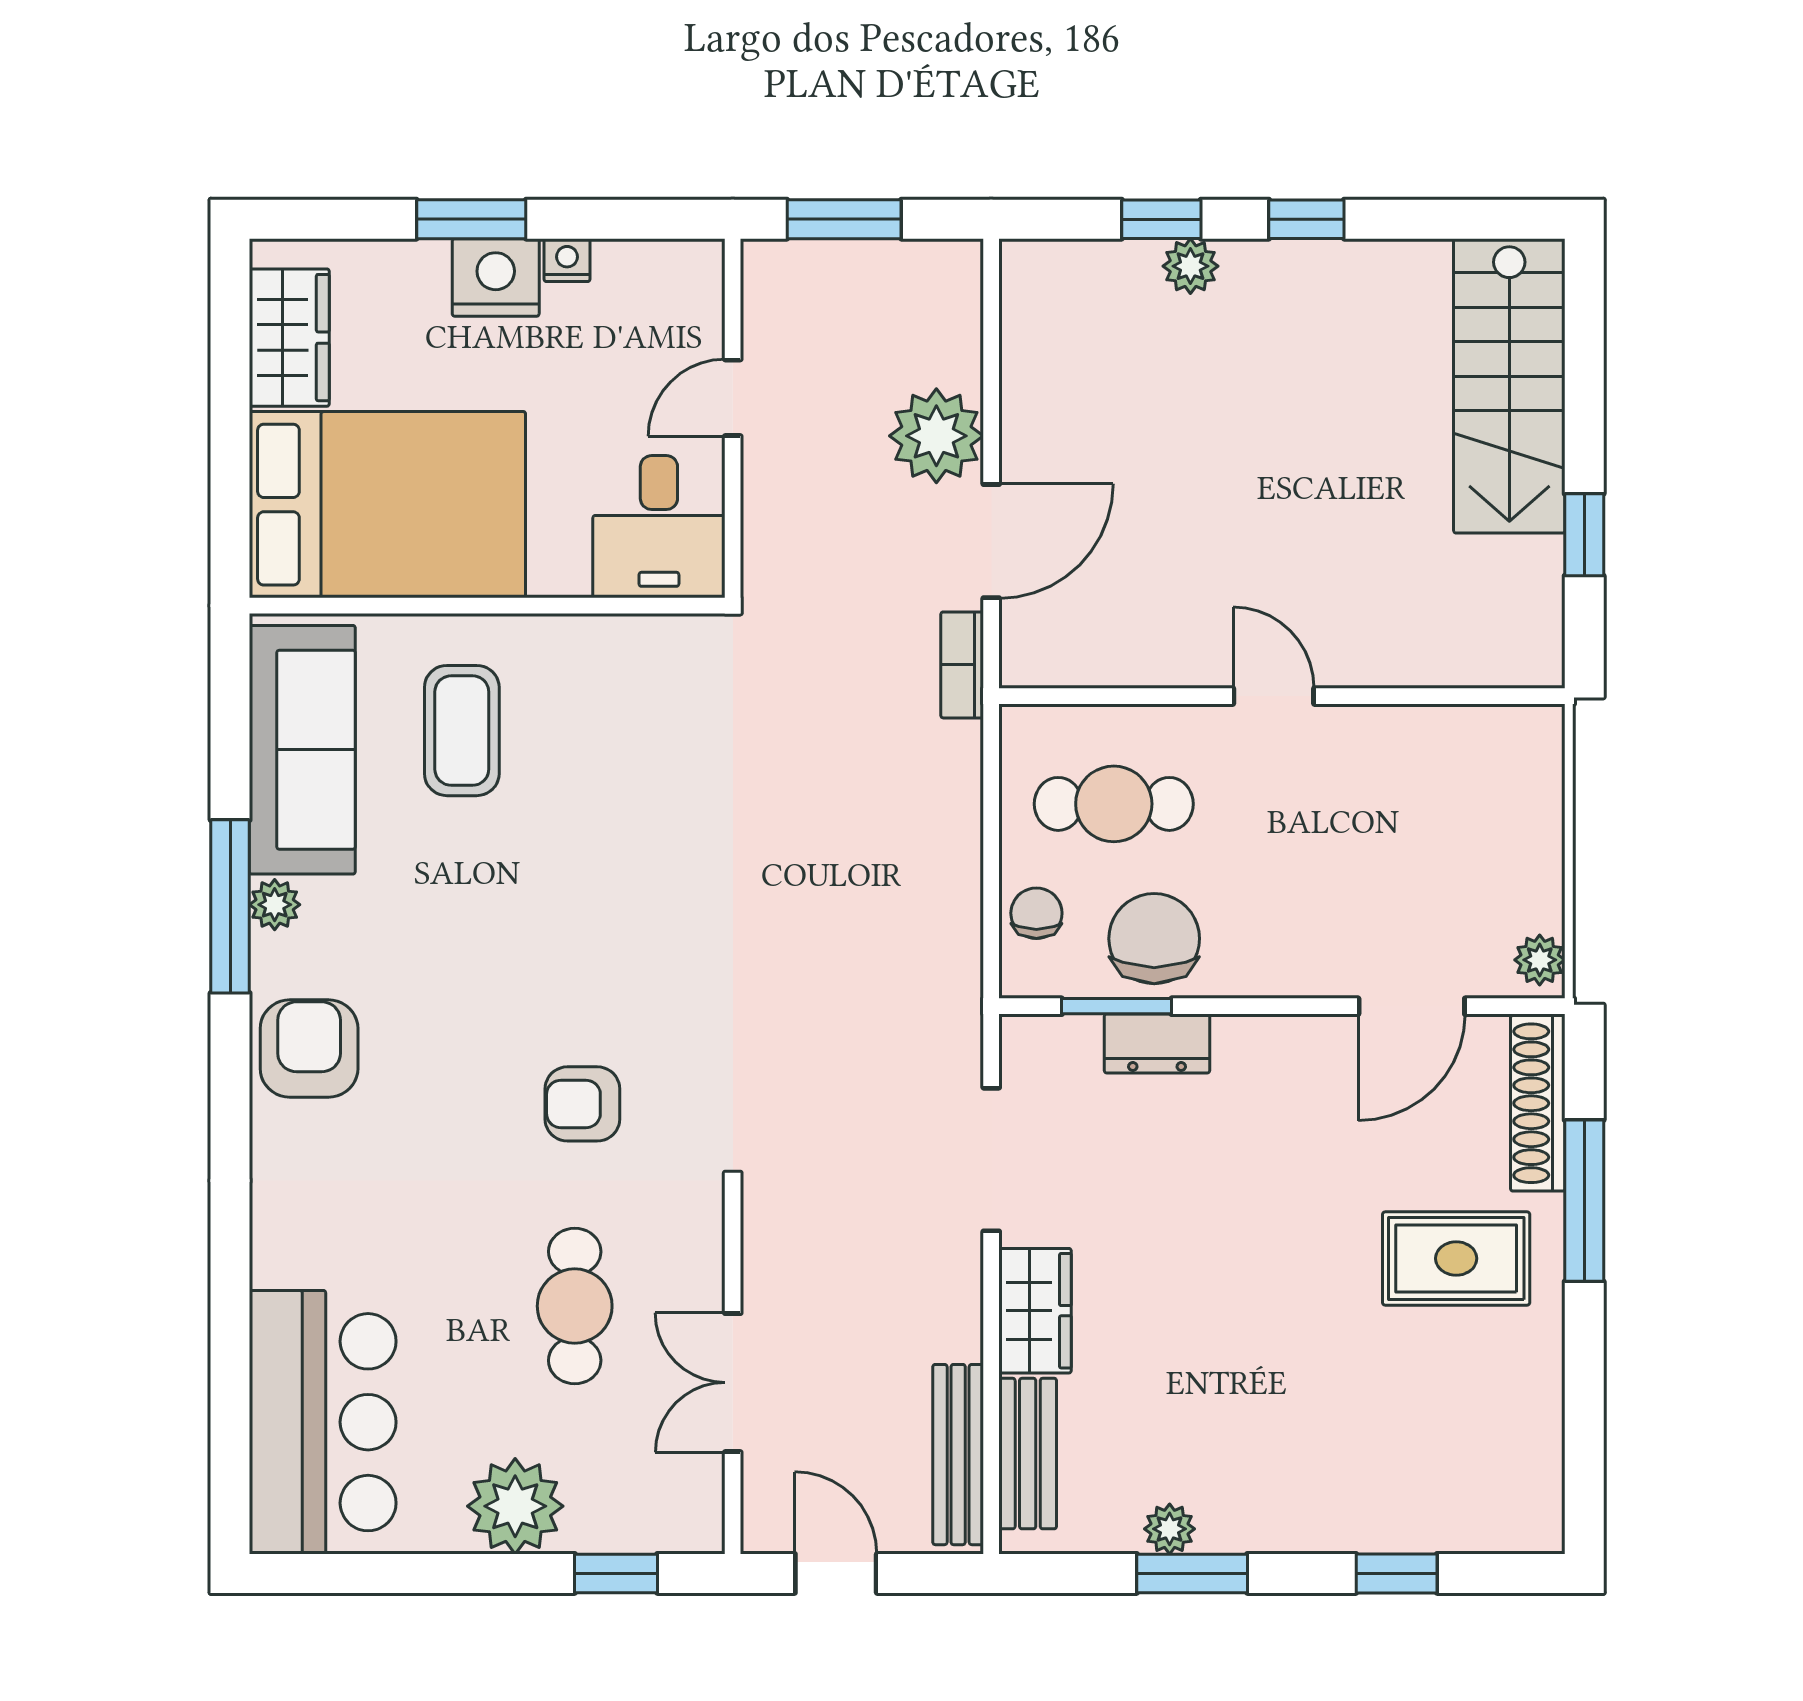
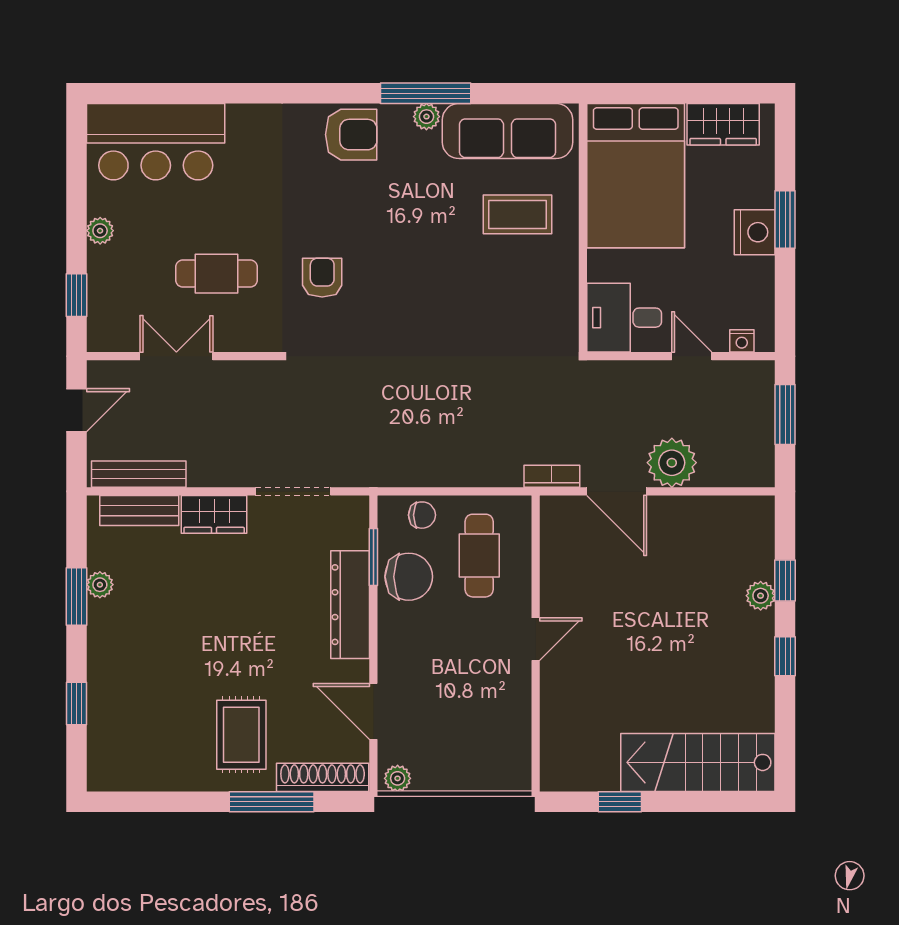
nightstand: (567, 260) -> (742, 341), moved, turned 90
dresser: (1157, 1043) -> (350, 605), width x1.96, depth x1.24
plant: (515, 1506) -> (100, 231), width x0.53, depth x0.53

